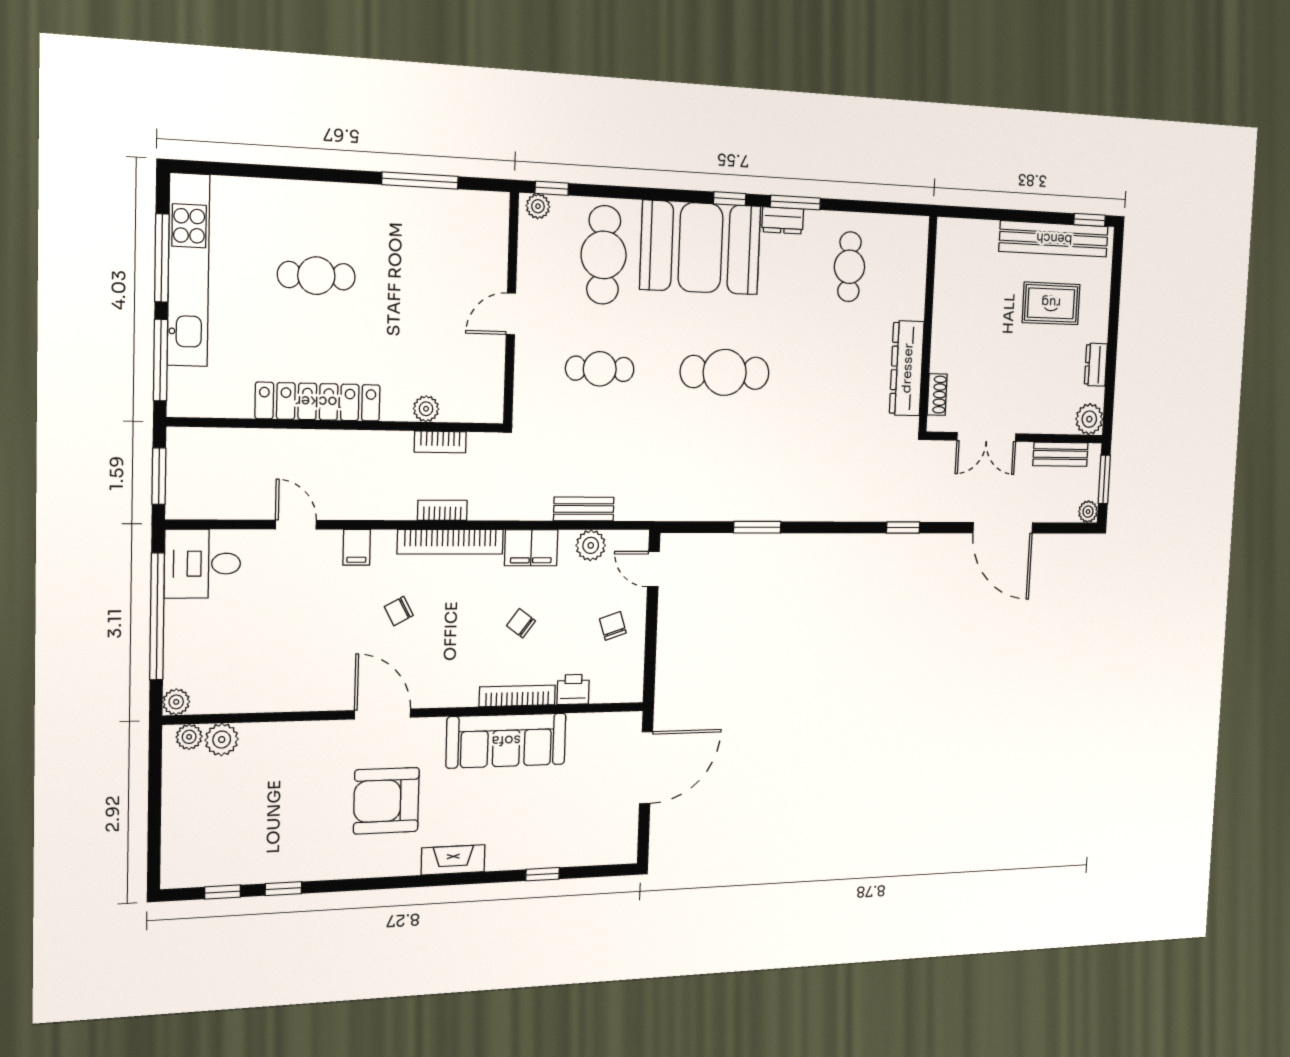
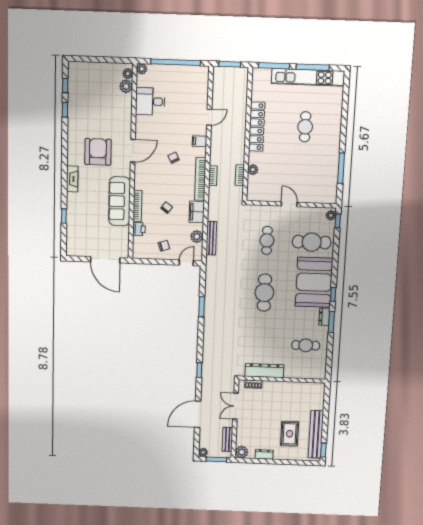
bench: (584, 509) -> (211, 238), width x1.36
desk: (203, 564) -> (150, 101), moved, turned -90

